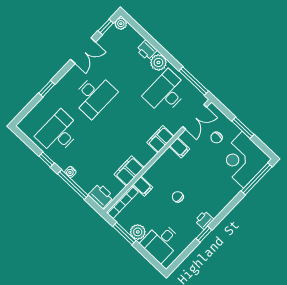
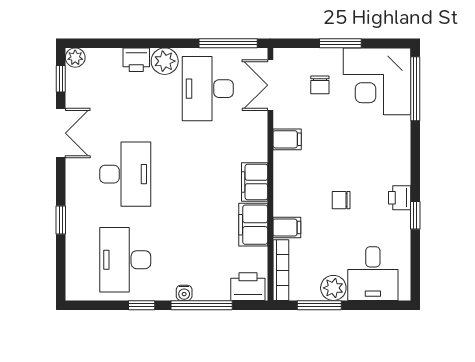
double door: (195, 117) -> (270, 85), swing flipped
filing cabinet: (160, 139) -> (255, 182), moved

